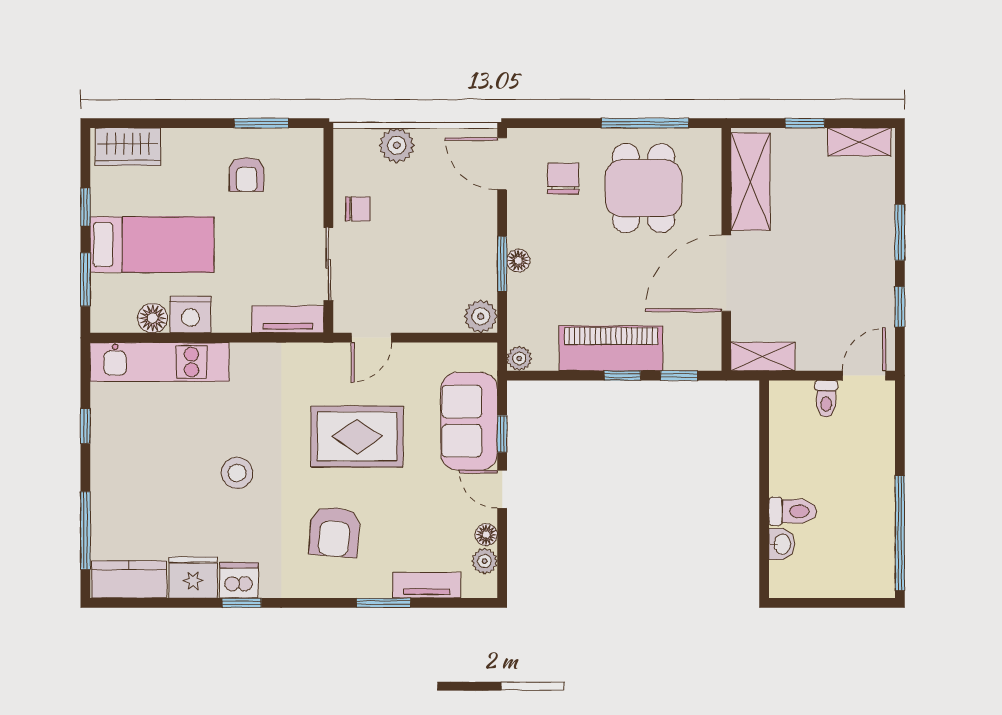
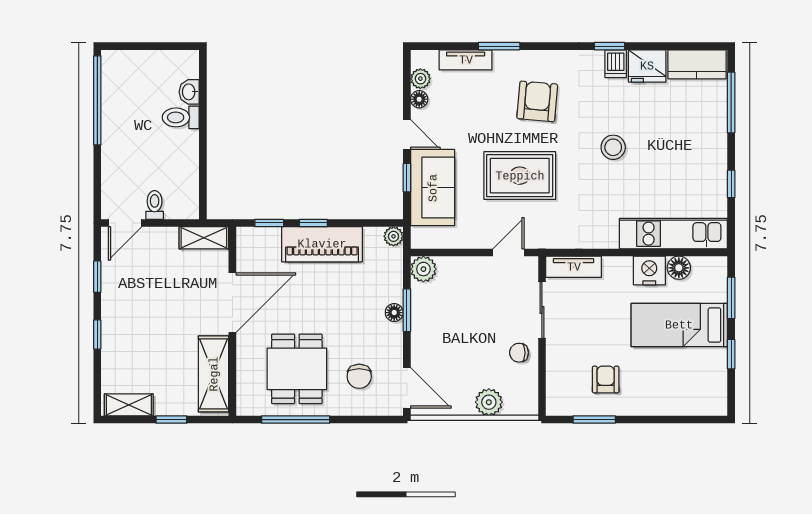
wardrobe: (128, 147) -> (698, 401), removed
window: (900, 232) -> (97, 334), width x0.67
dishwasher: (239, 580) -> (616, 64), width x0.73

